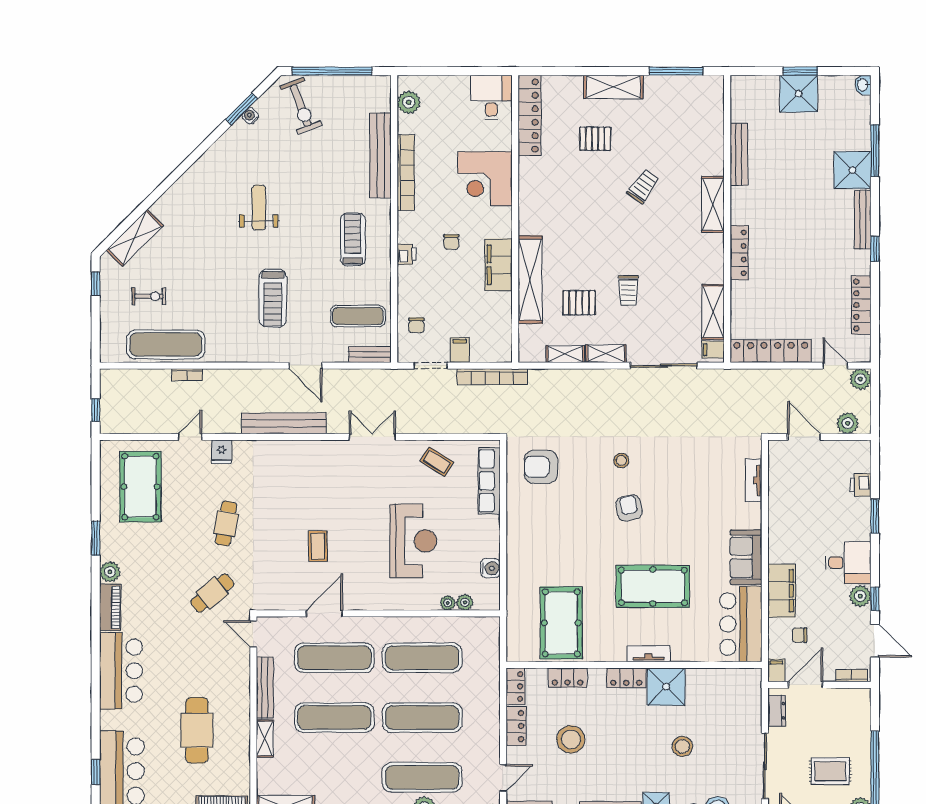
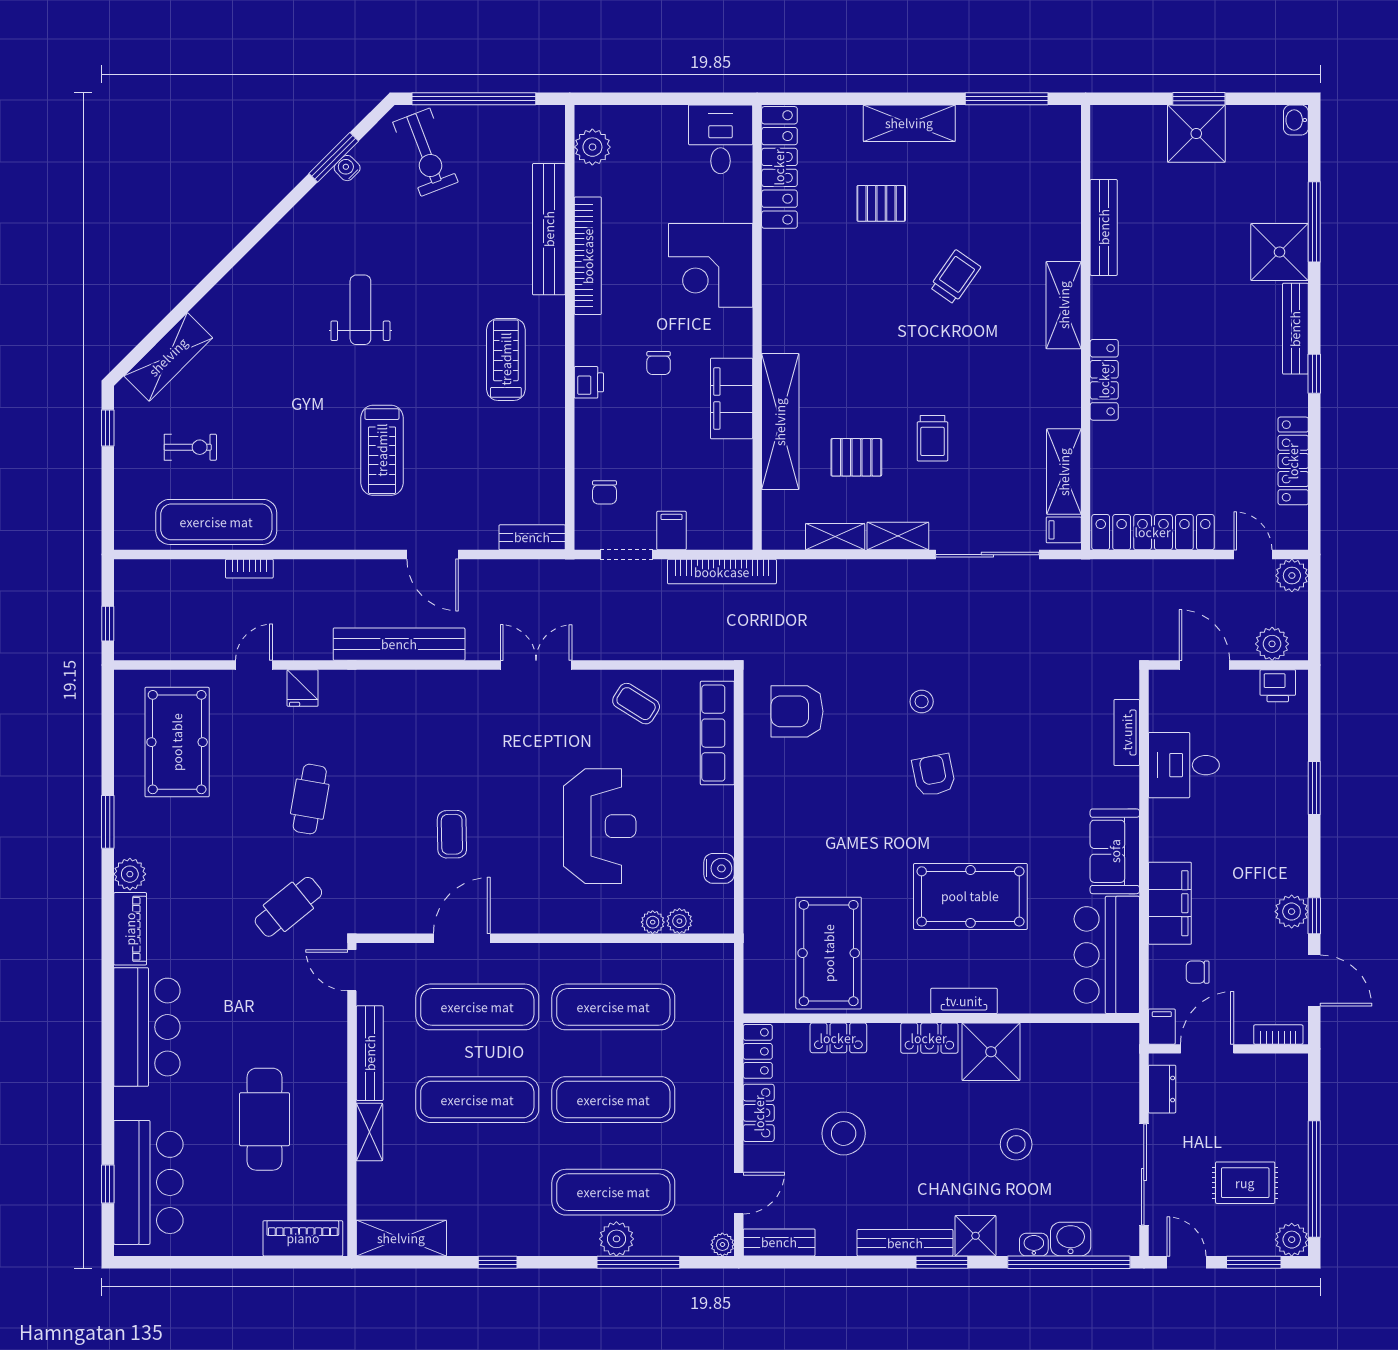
exercise mat: (358, 316) -> (514, 478), removed
printer: (861, 485) -> (1278, 686), moved, turned -90
desk: (848, 563) -> (1184, 765), moved, turned 180

